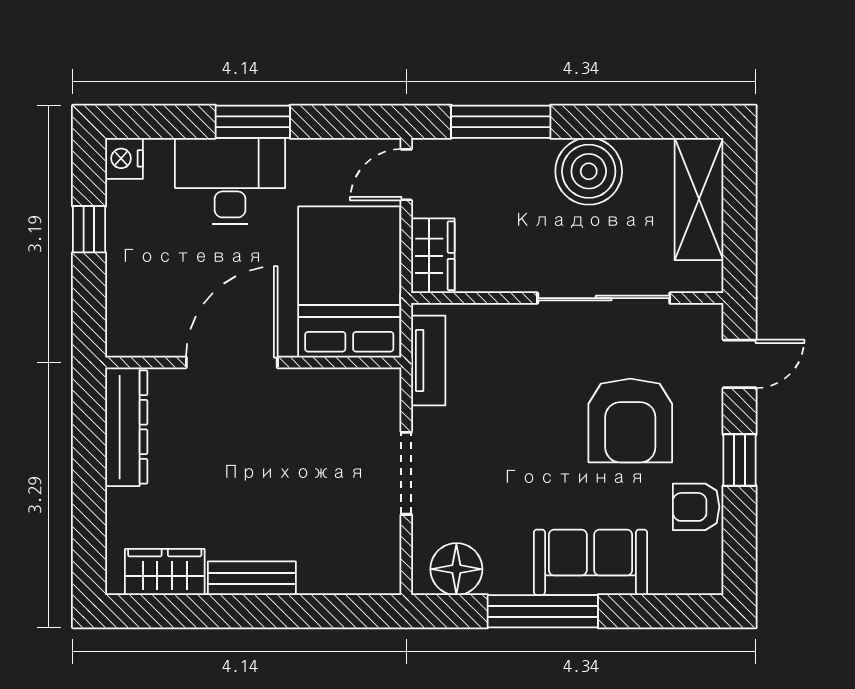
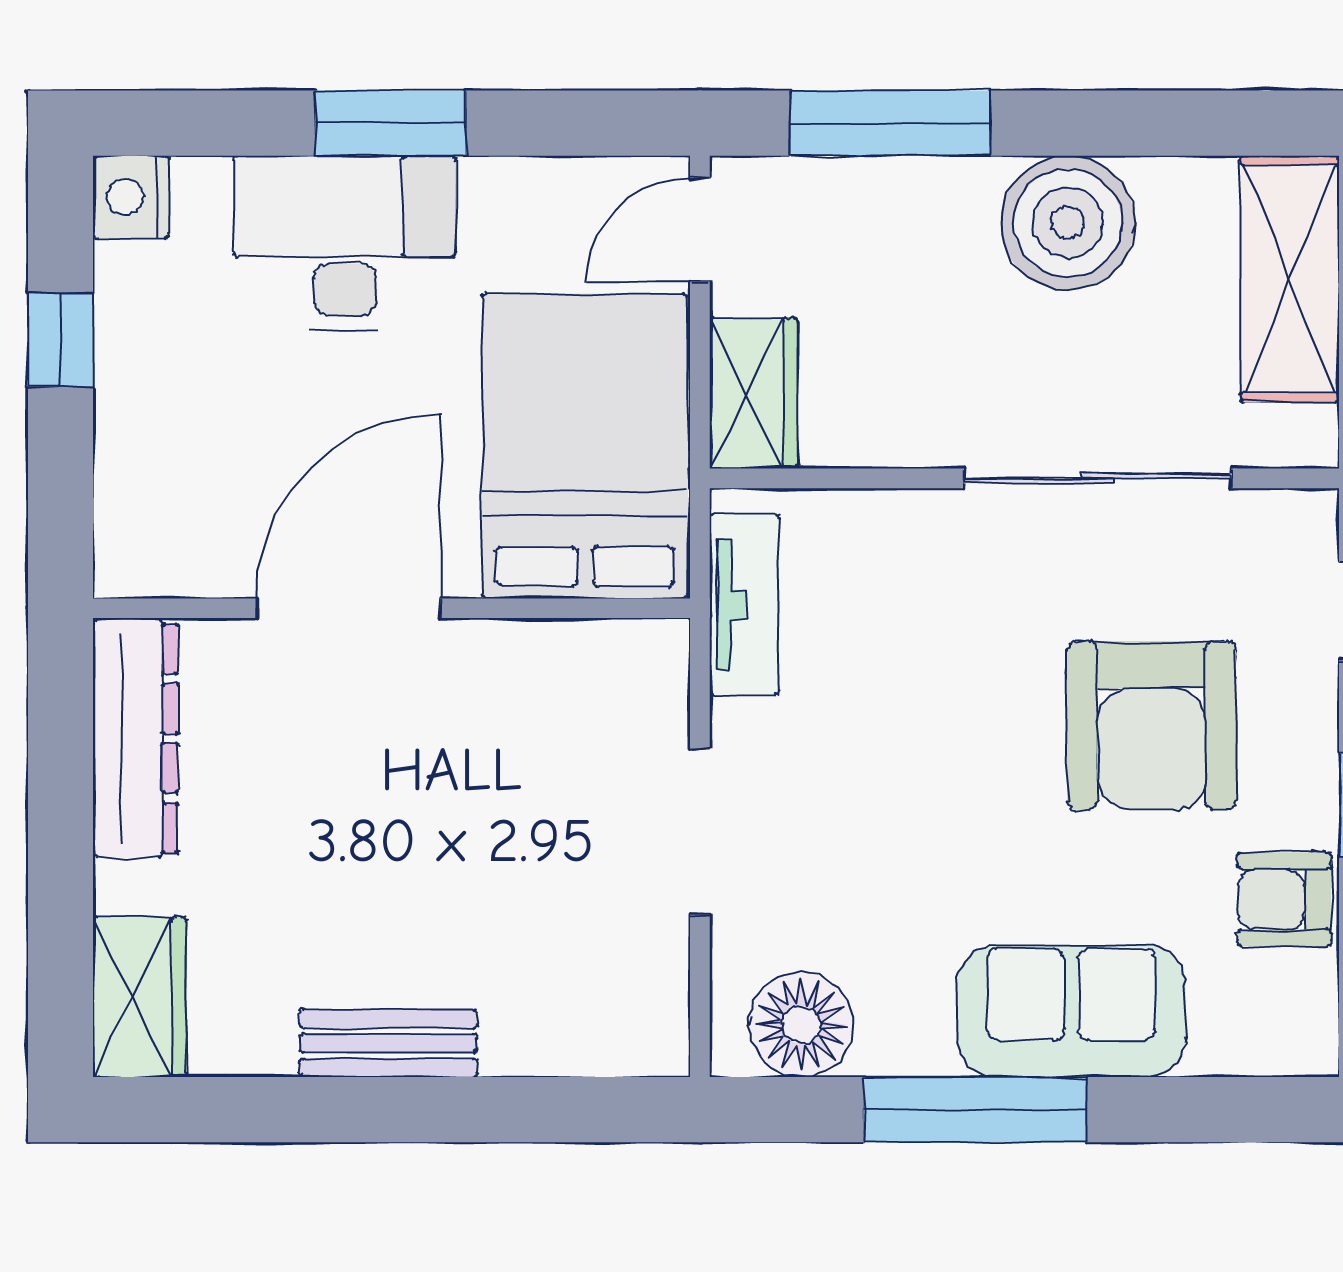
wardrobe: (165, 572) -> (140, 997), moved, turned 90

